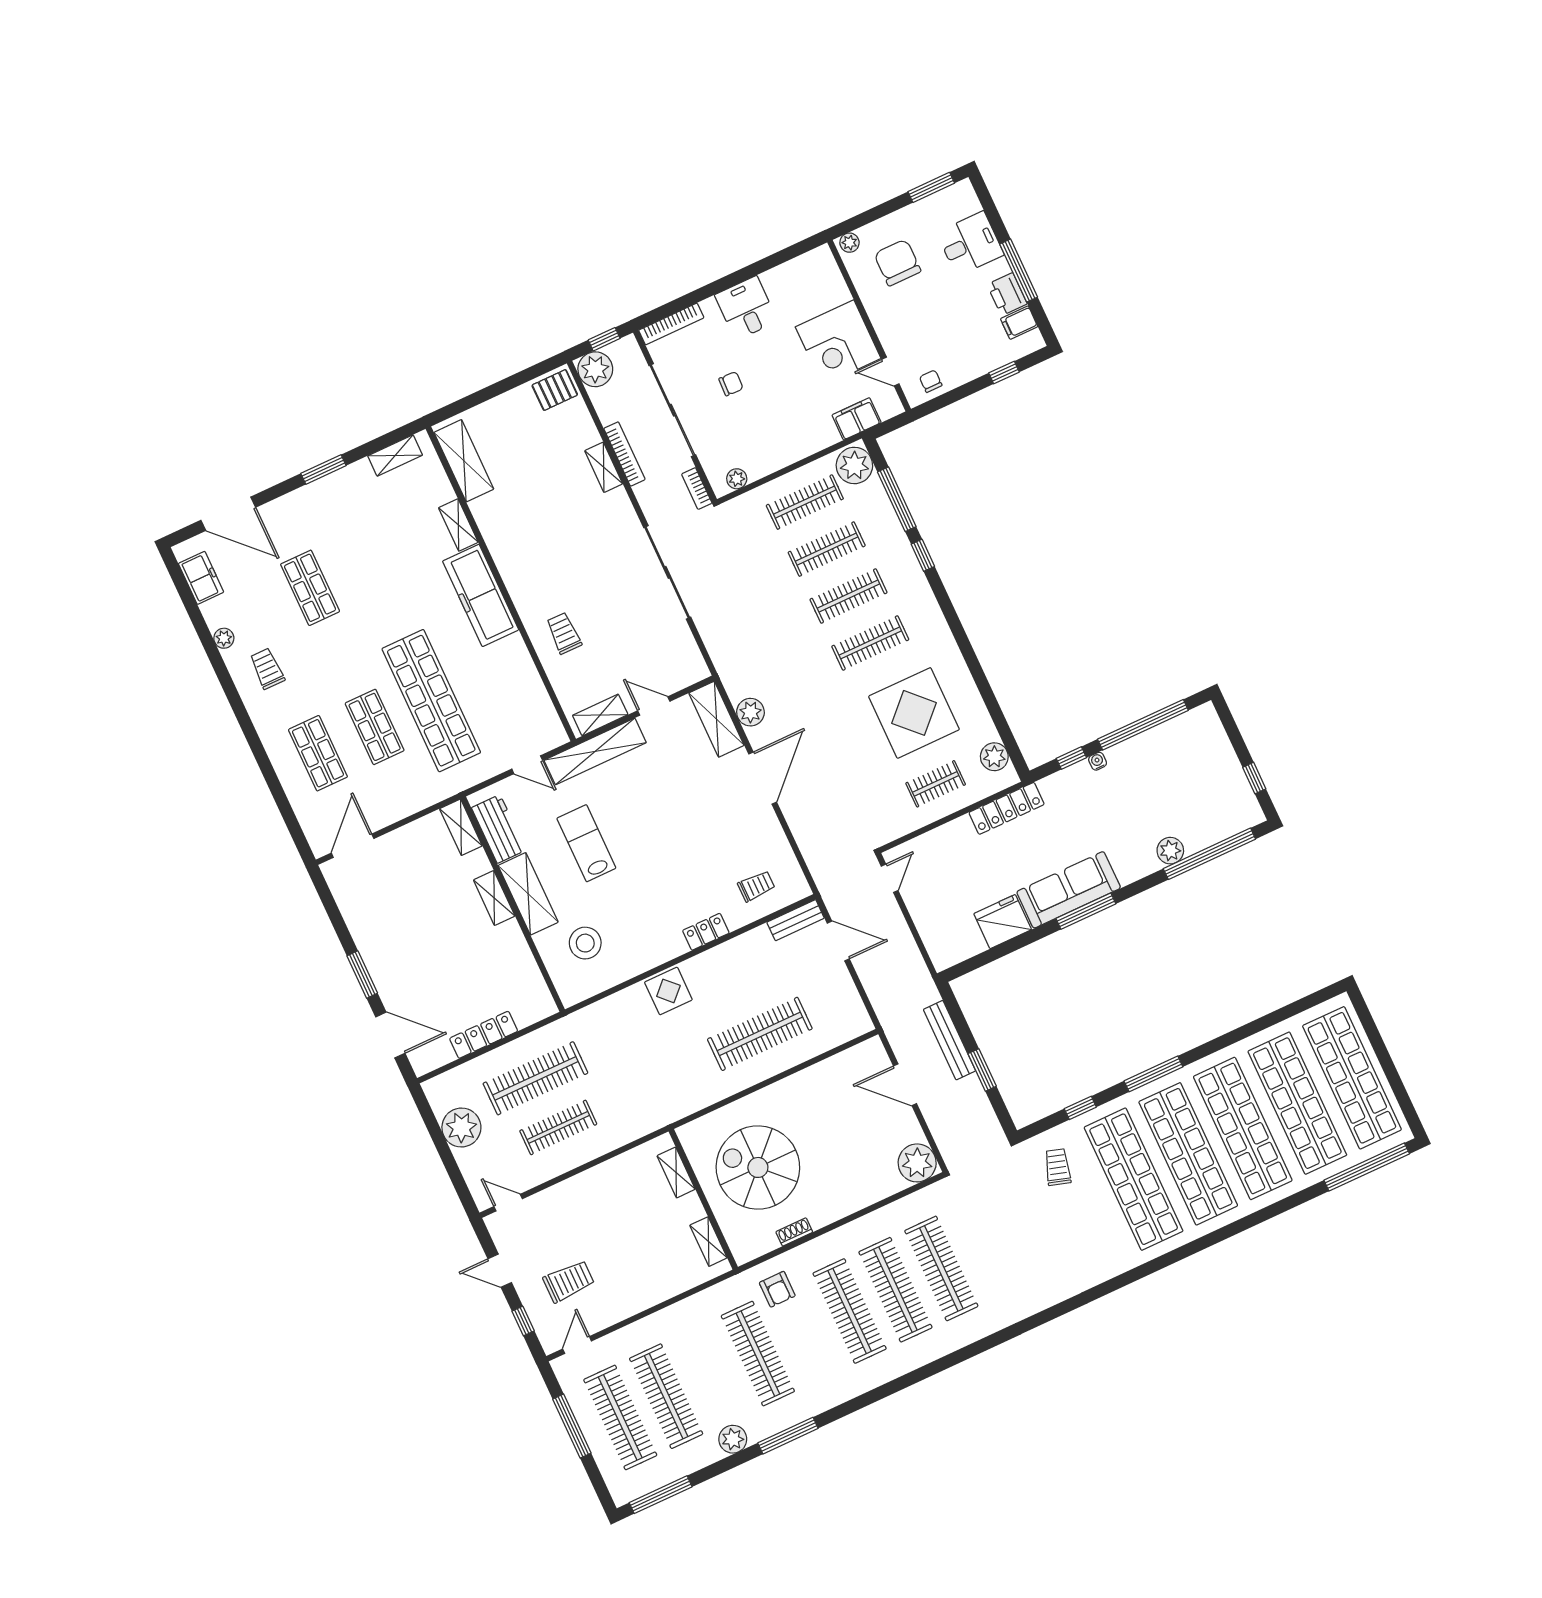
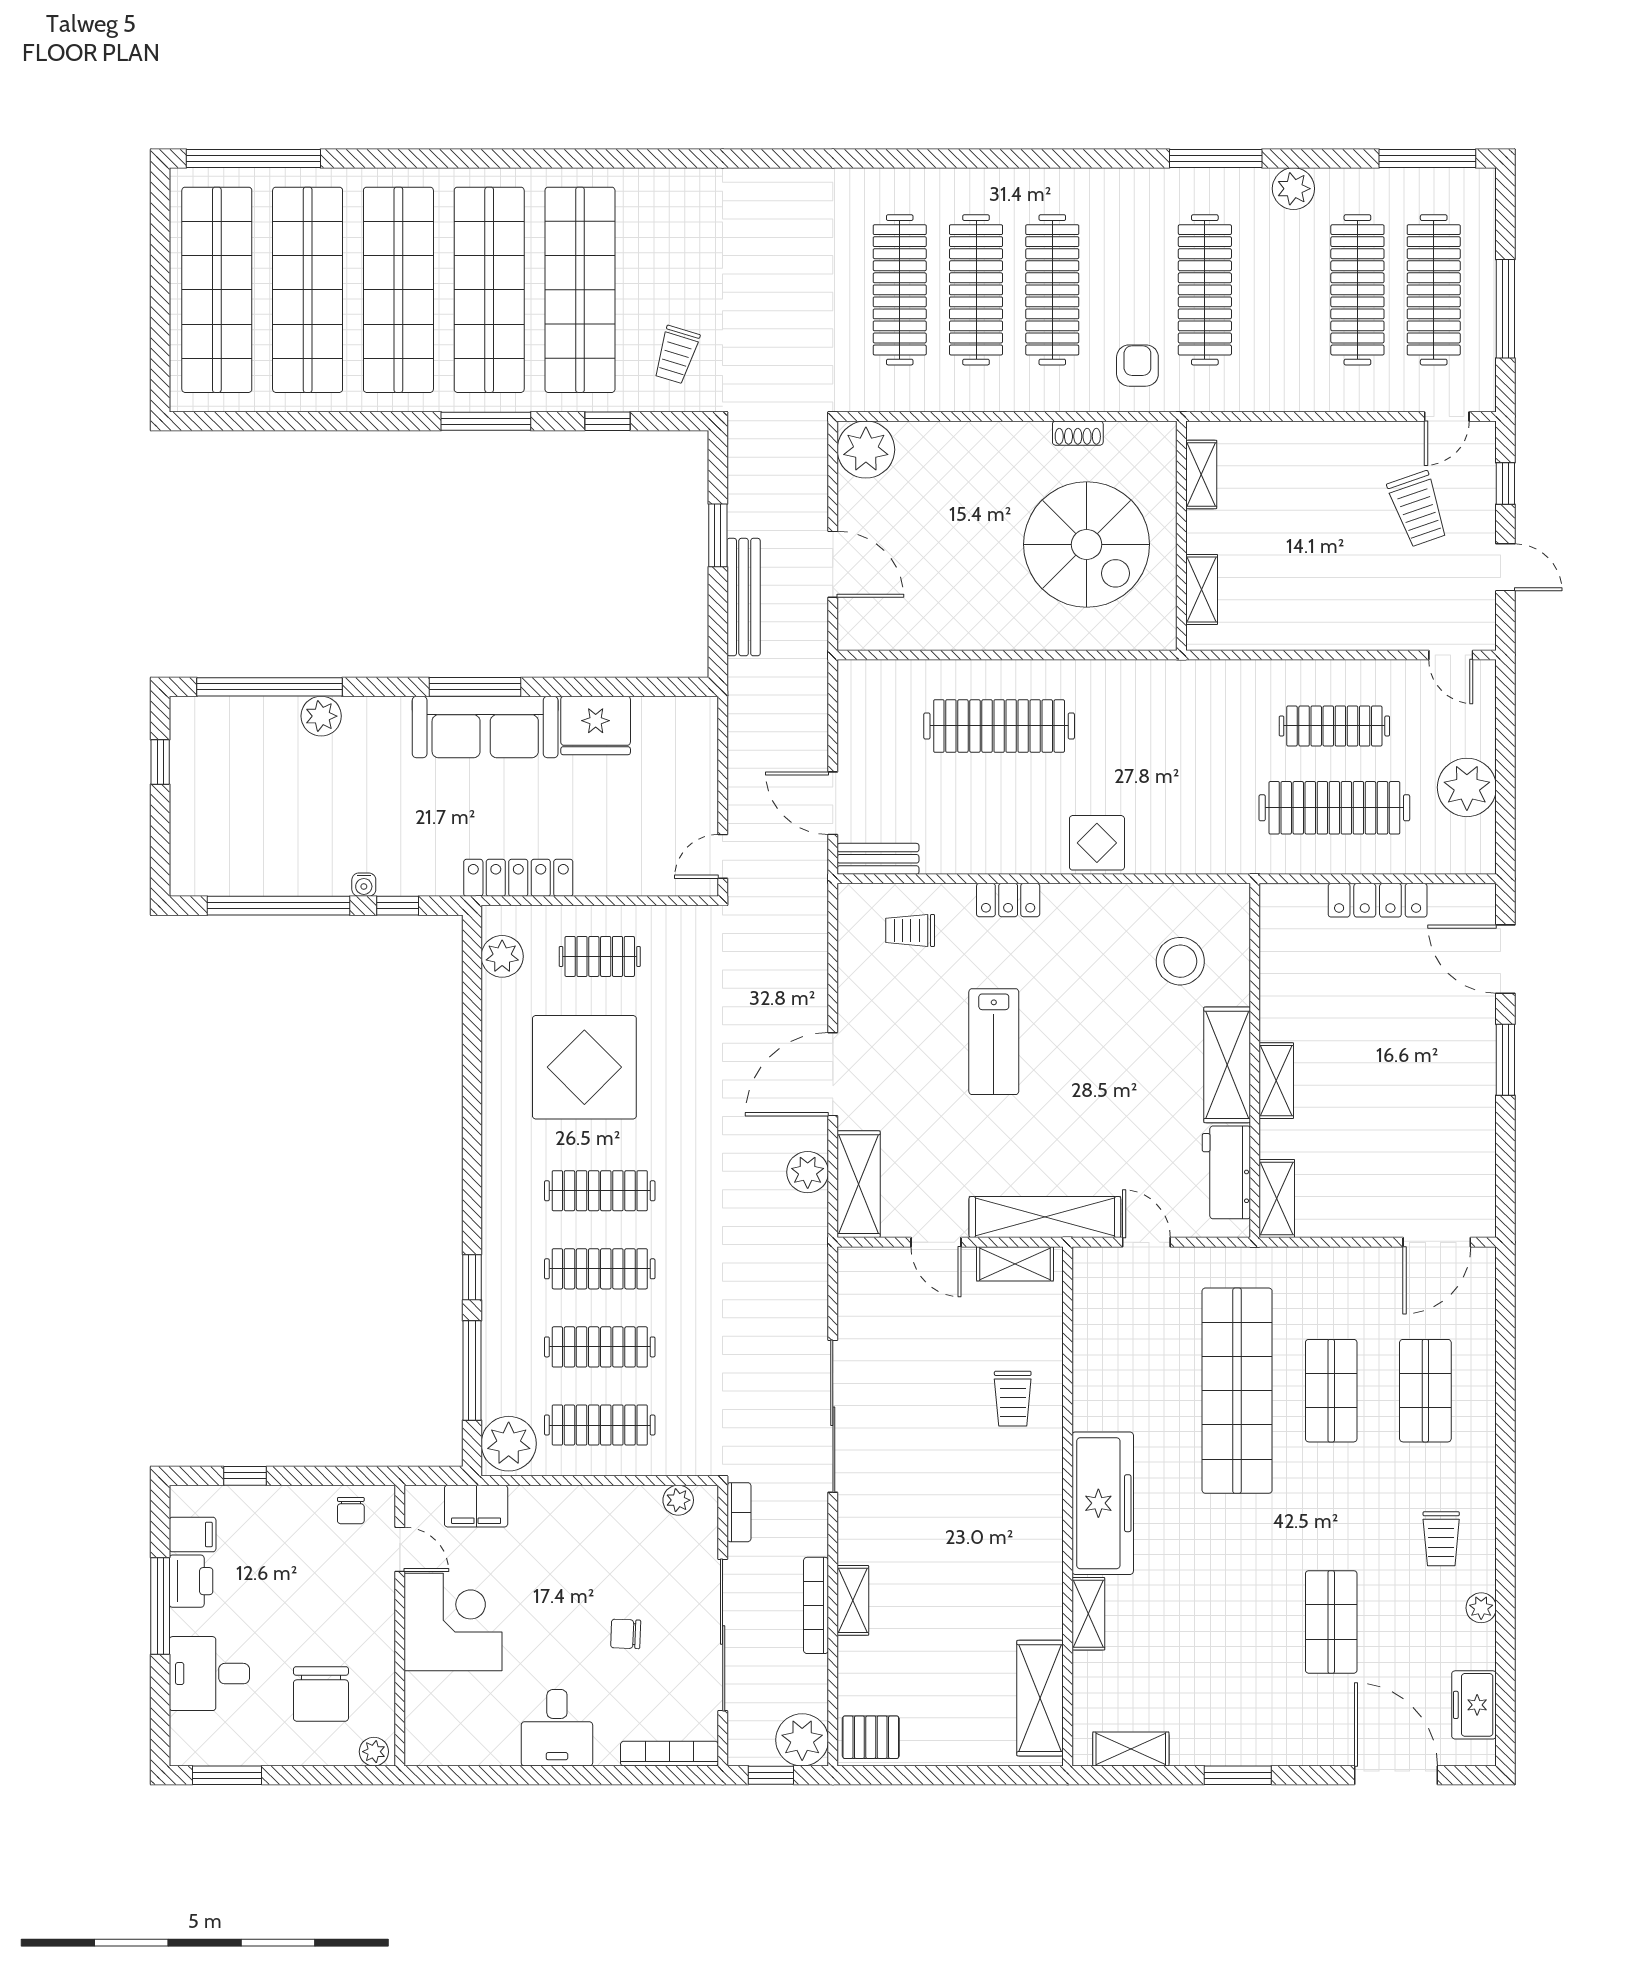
lab bench: (586, 843) -> (994, 1042), moved
trolley: (569, 1281) -> (1418, 509), turned -109

